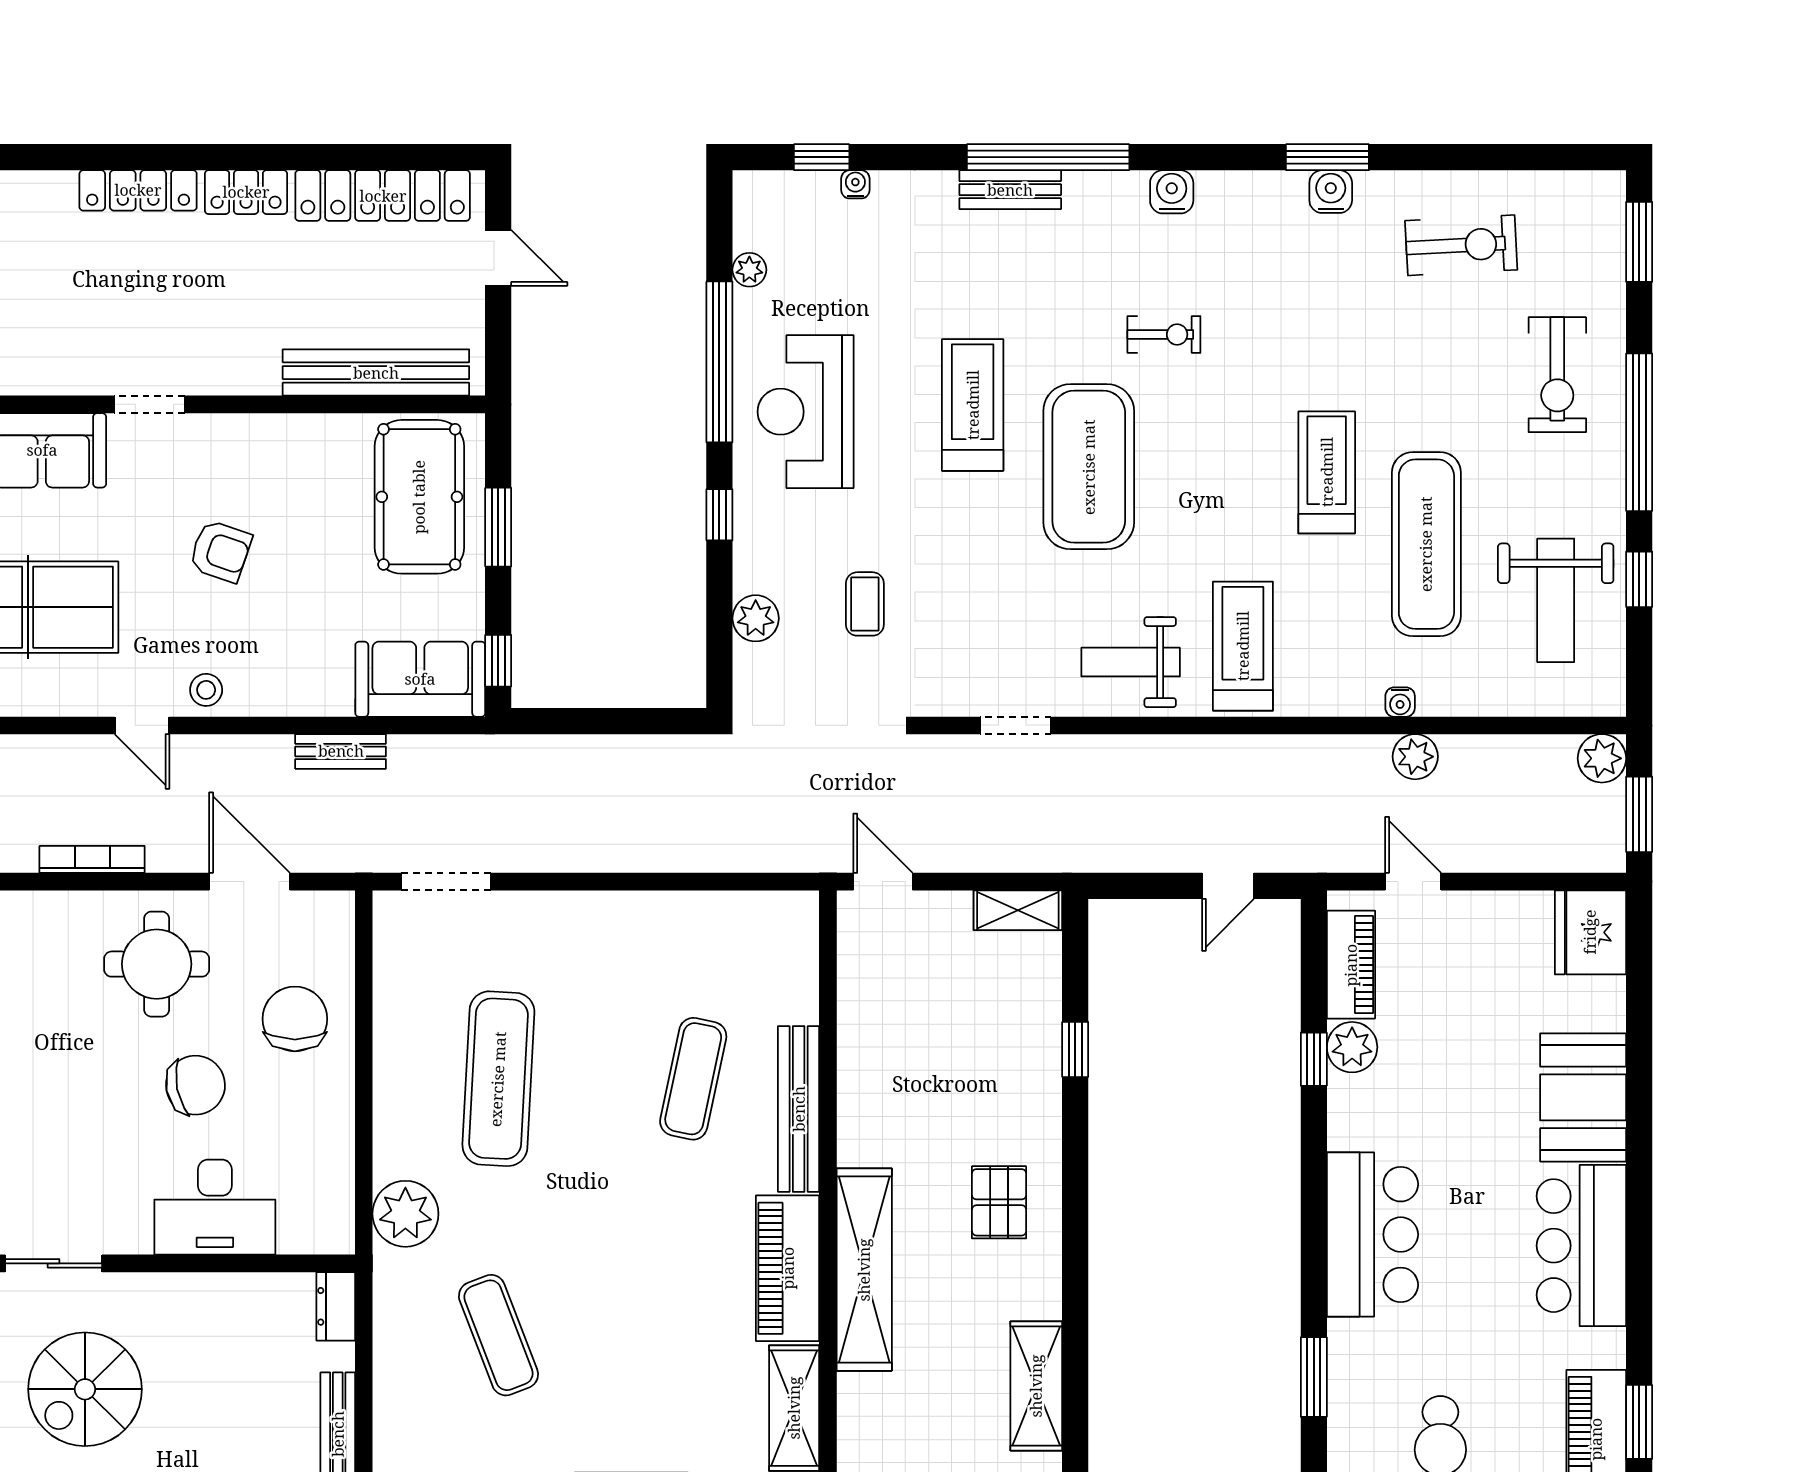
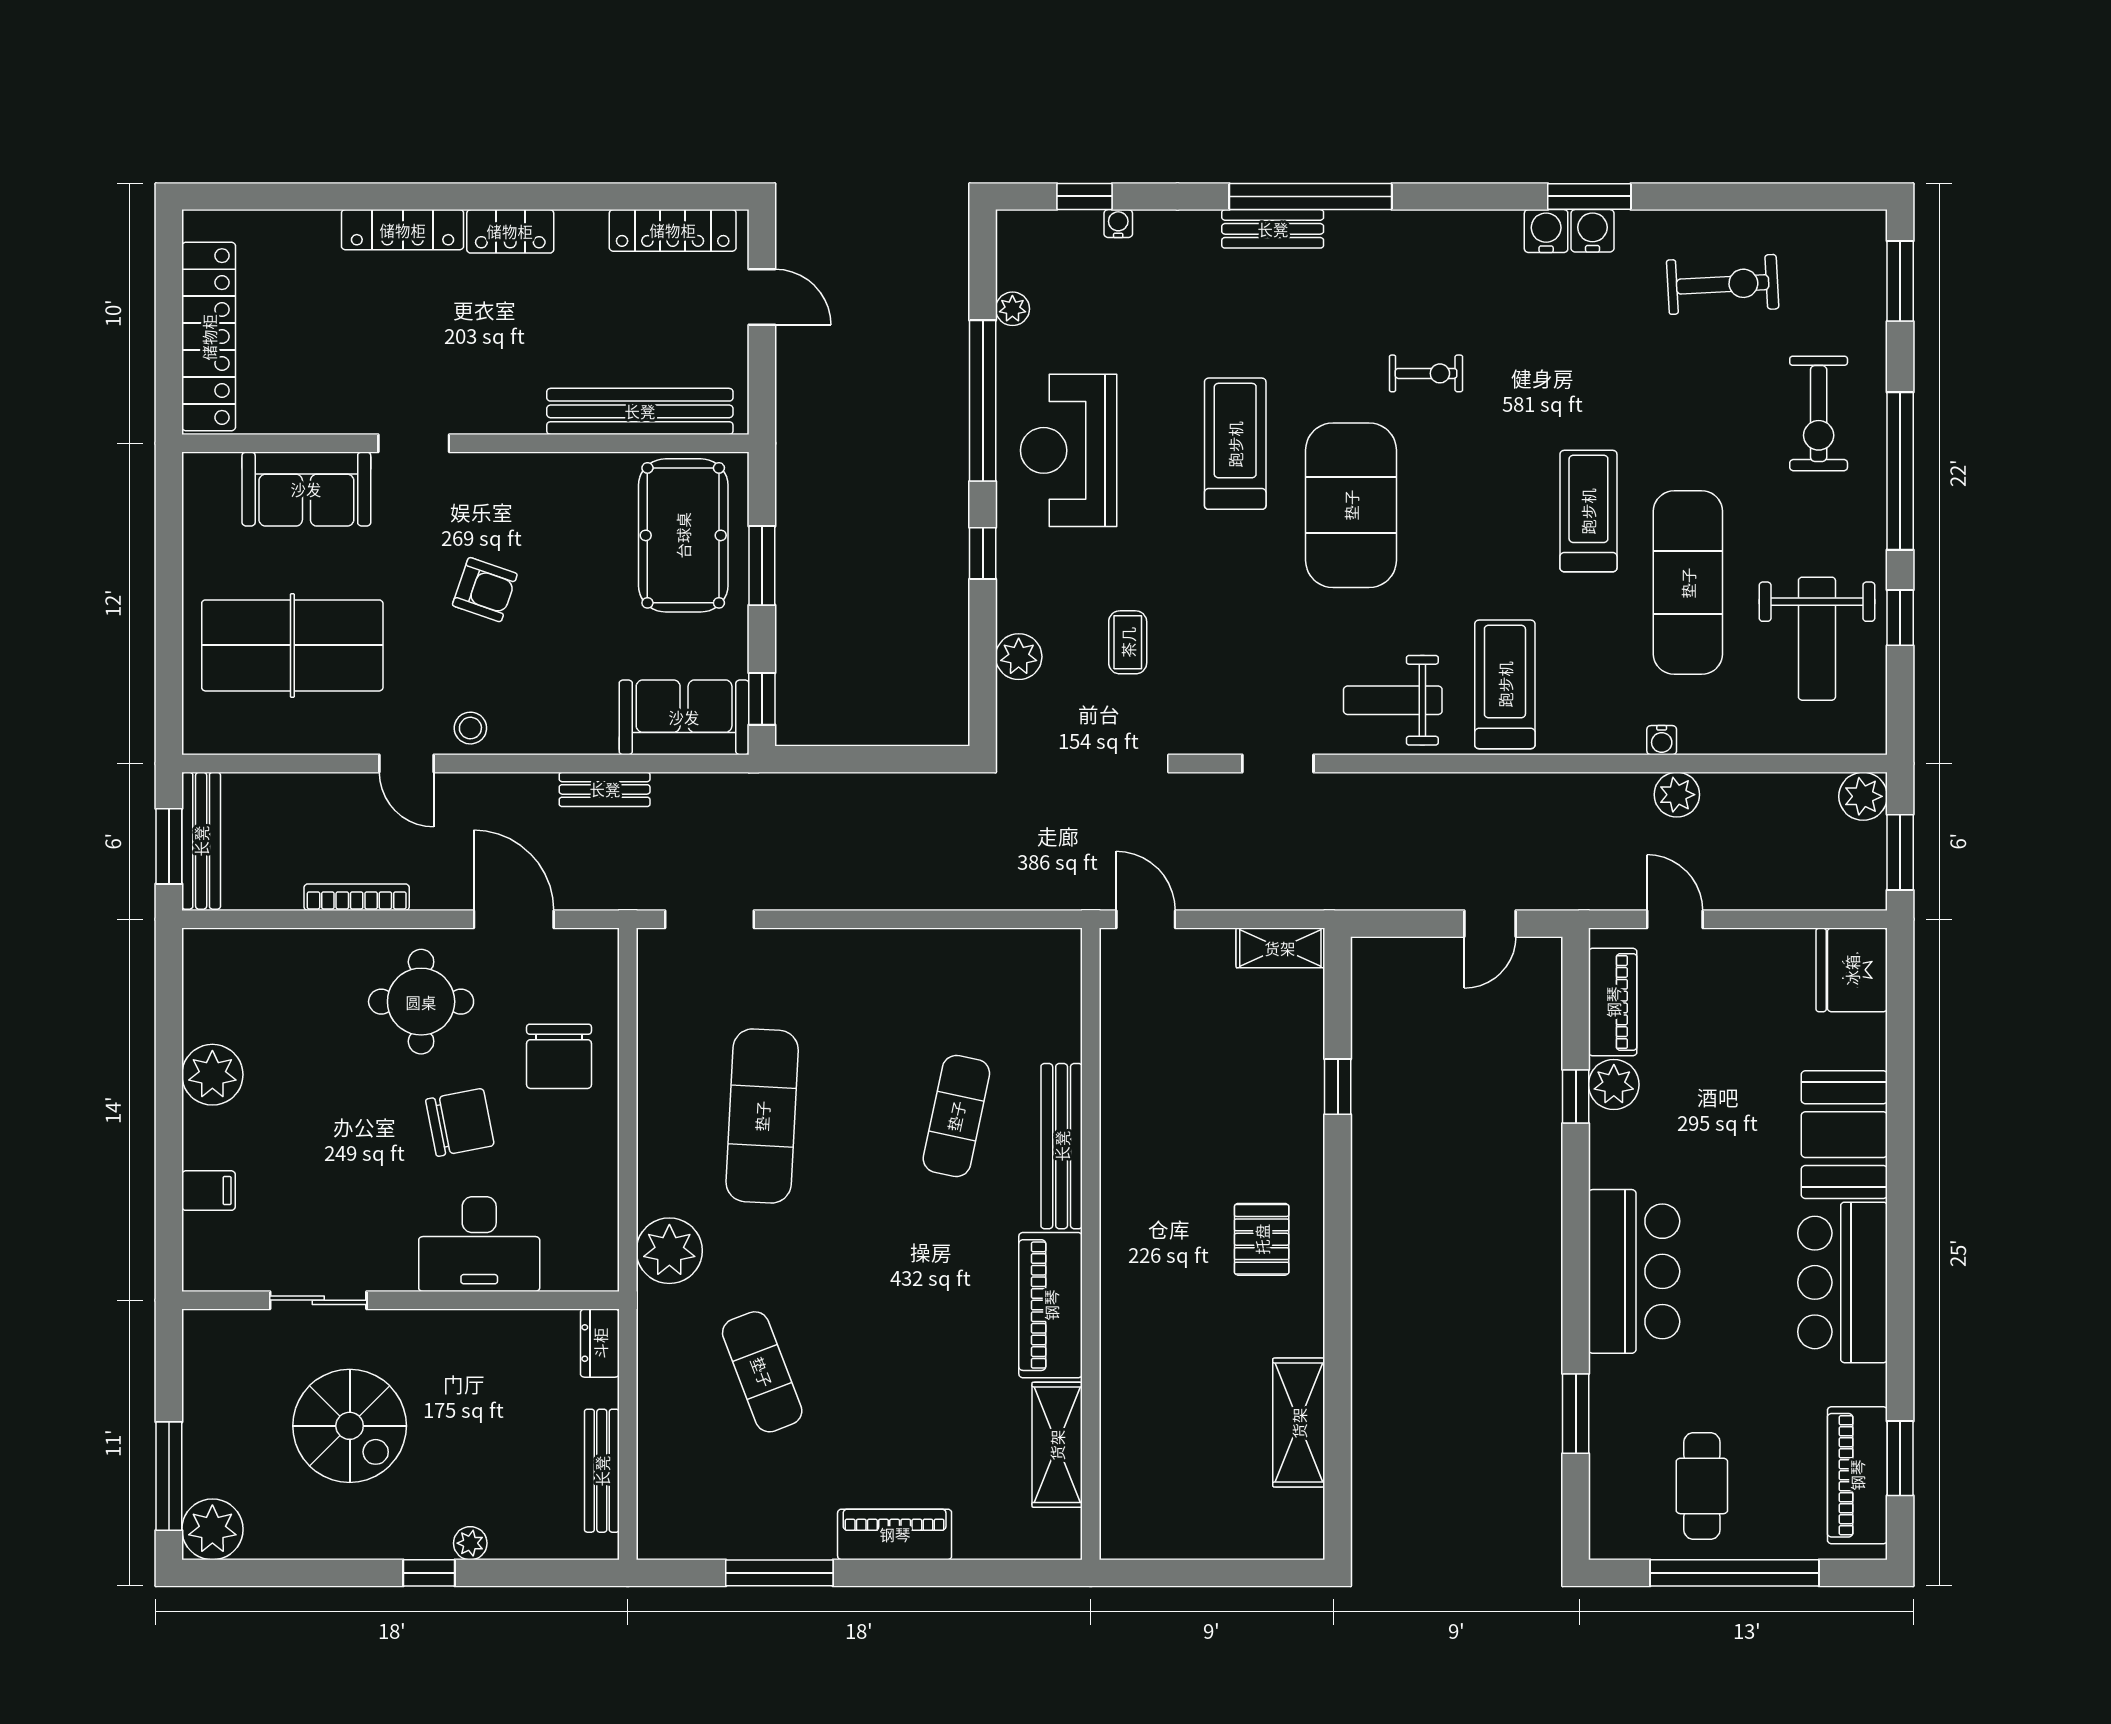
water cooler: (1172, 192) -> (1546, 231), moved
locker: (383, 196) -> (673, 230), width x0.71, depth x0.83
chair: (295, 1019) -> (559, 1056), turned 180
shelving: (864, 1270) -> (1127, 1306), removed
spiral stairs: (85, 1389) -> (350, 1426), turned -90

